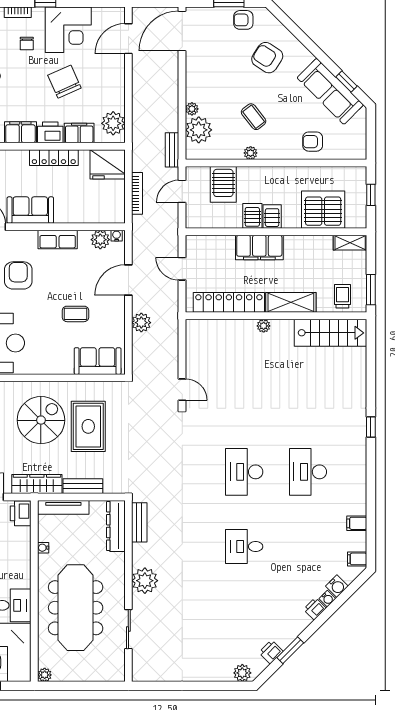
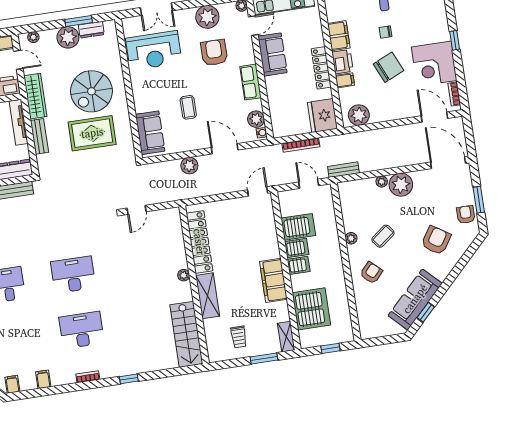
bookcase: (18, 12) -> (454, 94), moved
chair: (27, 43) -> (385, 32), moved
plant: (199, 130) -> (401, 185), moved
filing cabinet: (79, 133) -> (345, 80), width x0.50
armchair: (313, 142) -> (371, 273), moved, turned 42
server rack: (223, 184) -> (298, 227), moved, turned 180
filing cabinet: (259, 247) -> (273, 280), moved
door: (182, 269) -> (258, 192), moved
armchair: (18, 275) -> (214, 53), turned -90
window: (371, 290) -> (264, 358), moved
trolley: (342, 296) -> (239, 337), turned 90
locker: (229, 302) -> (199, 242), moved
shelving: (291, 302) -> (208, 296), moved
wall: (276, 316) -> (194, 285), moved
plant: (264, 326) -> (184, 275), moved
stairs: (331, 333) -> (186, 334), moved
spiral stairs: (41, 420) -> (91, 91), turned 90
bookcase: (362, 473) -> (88, 377), added

